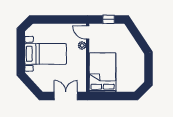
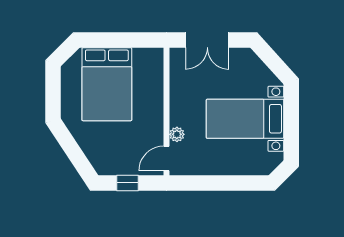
door: (88, 33) -> (166, 159), swing flipped
bed: (103, 72) -> (107, 84), moved

